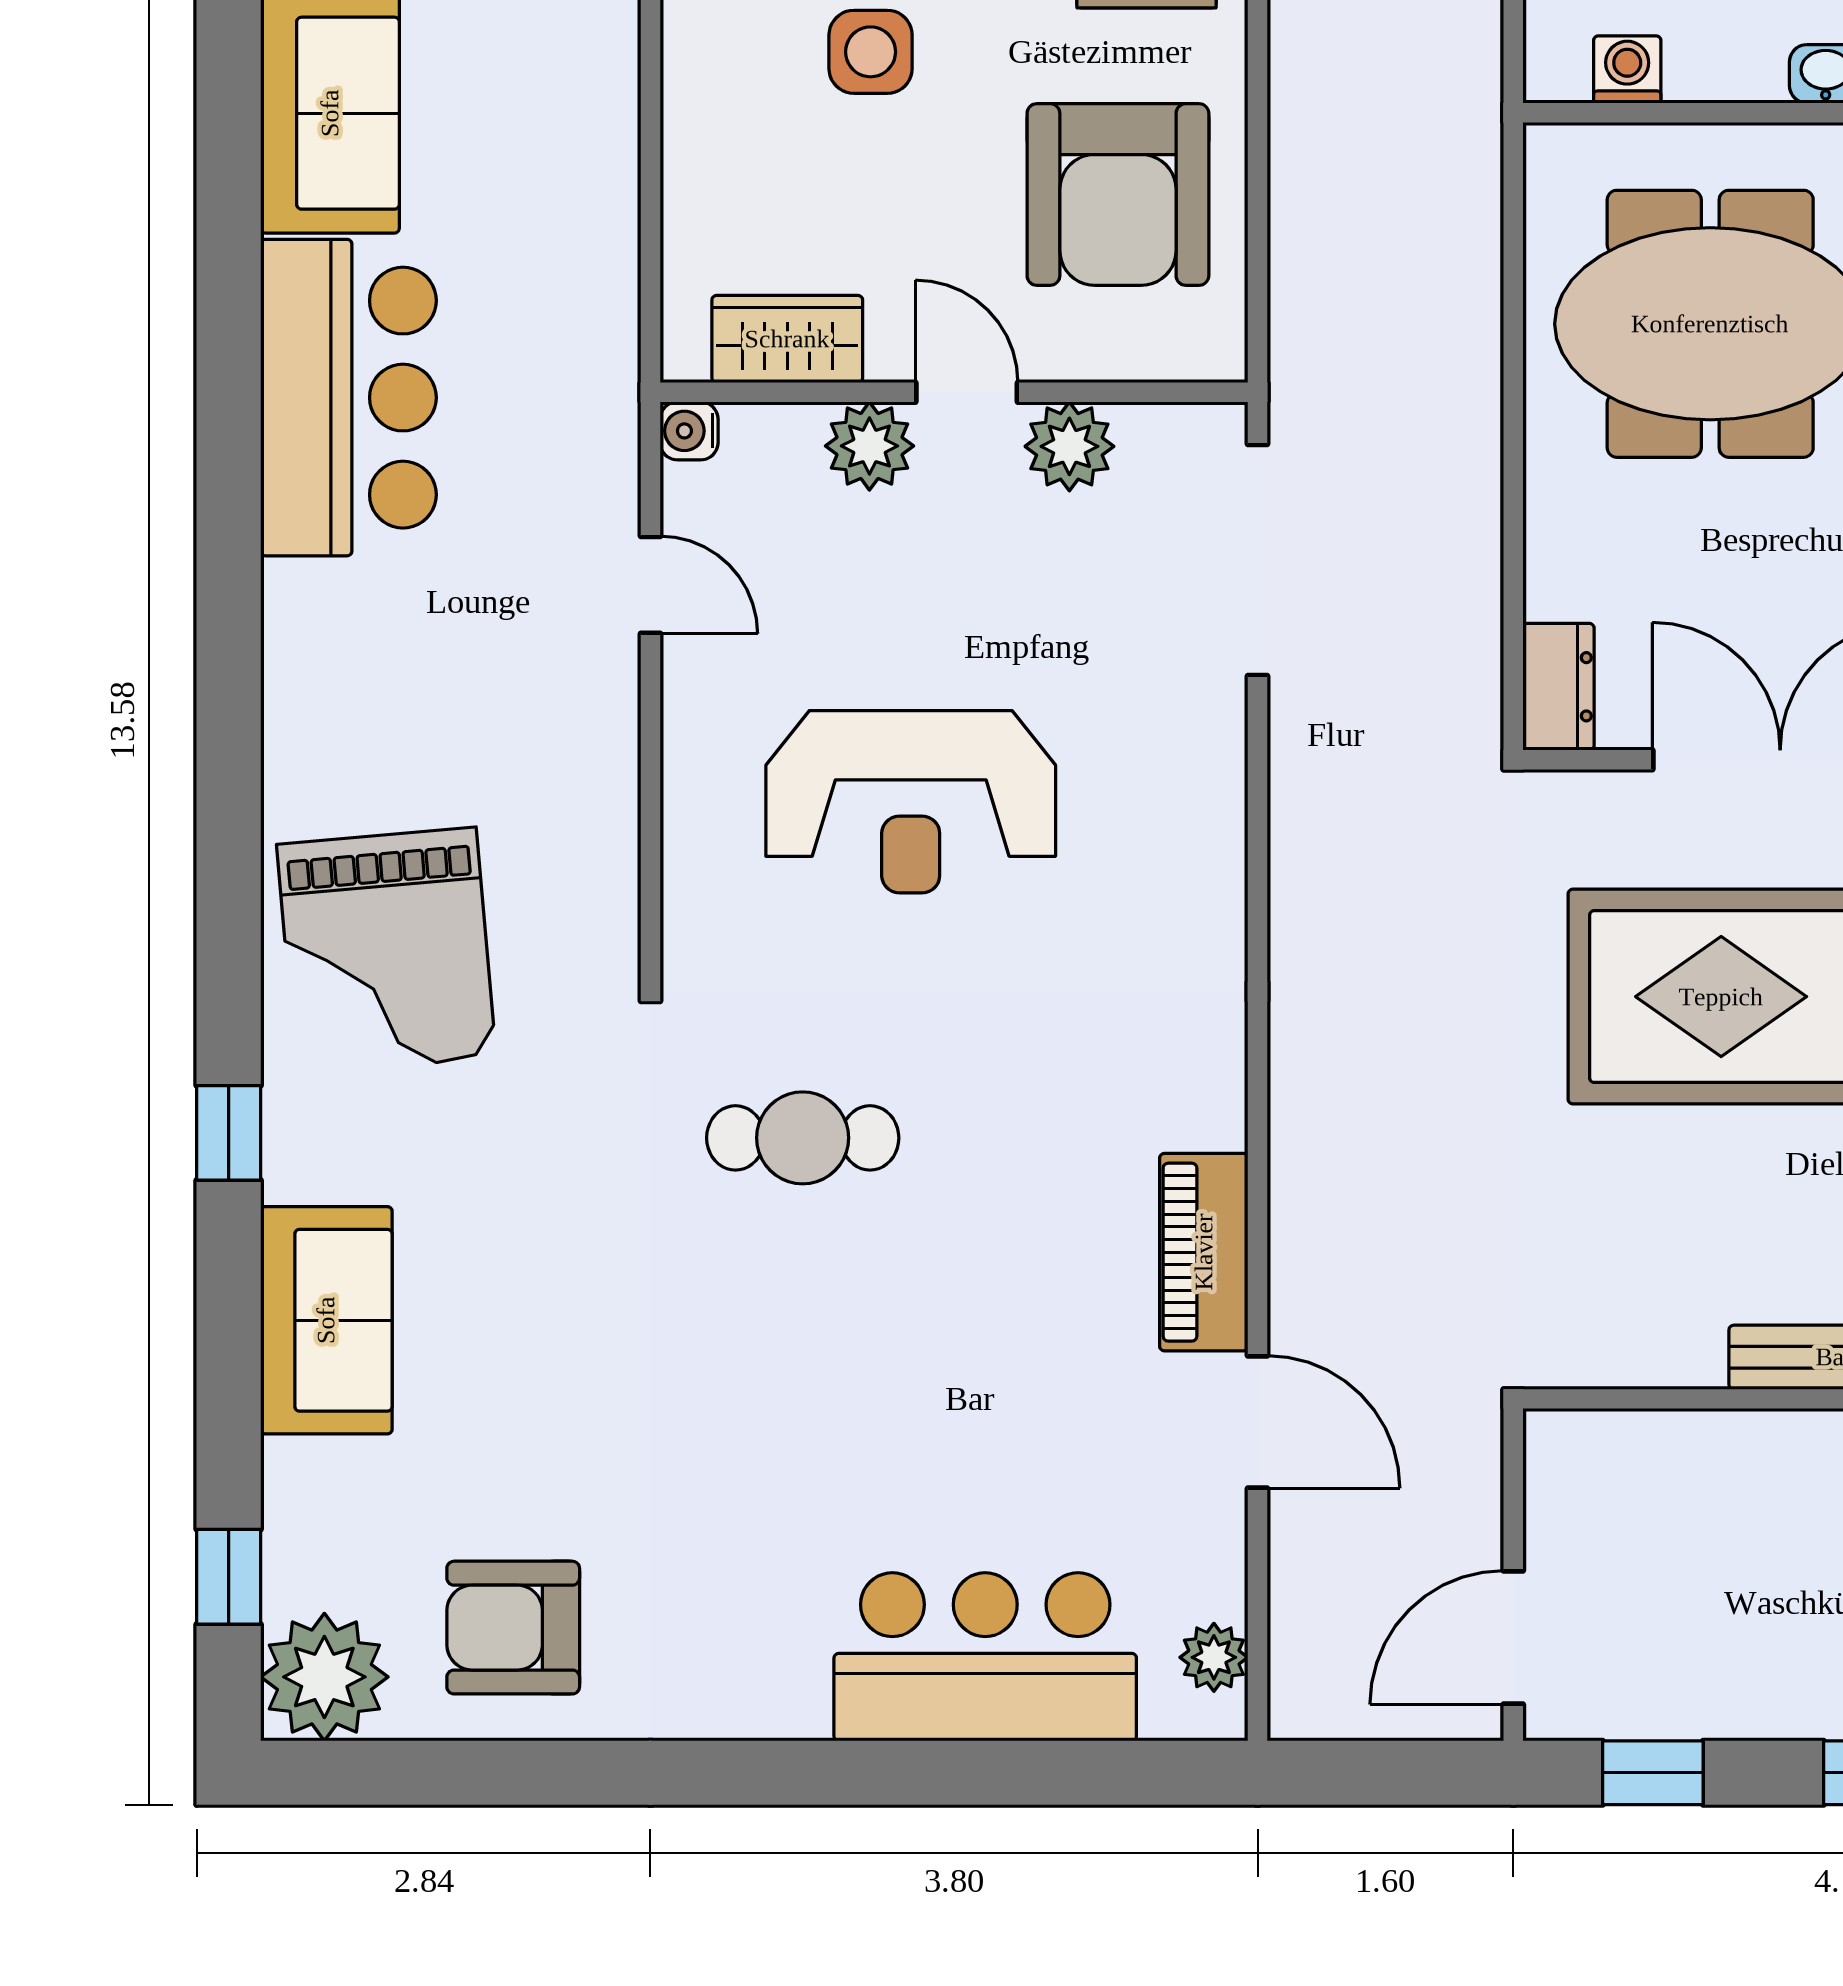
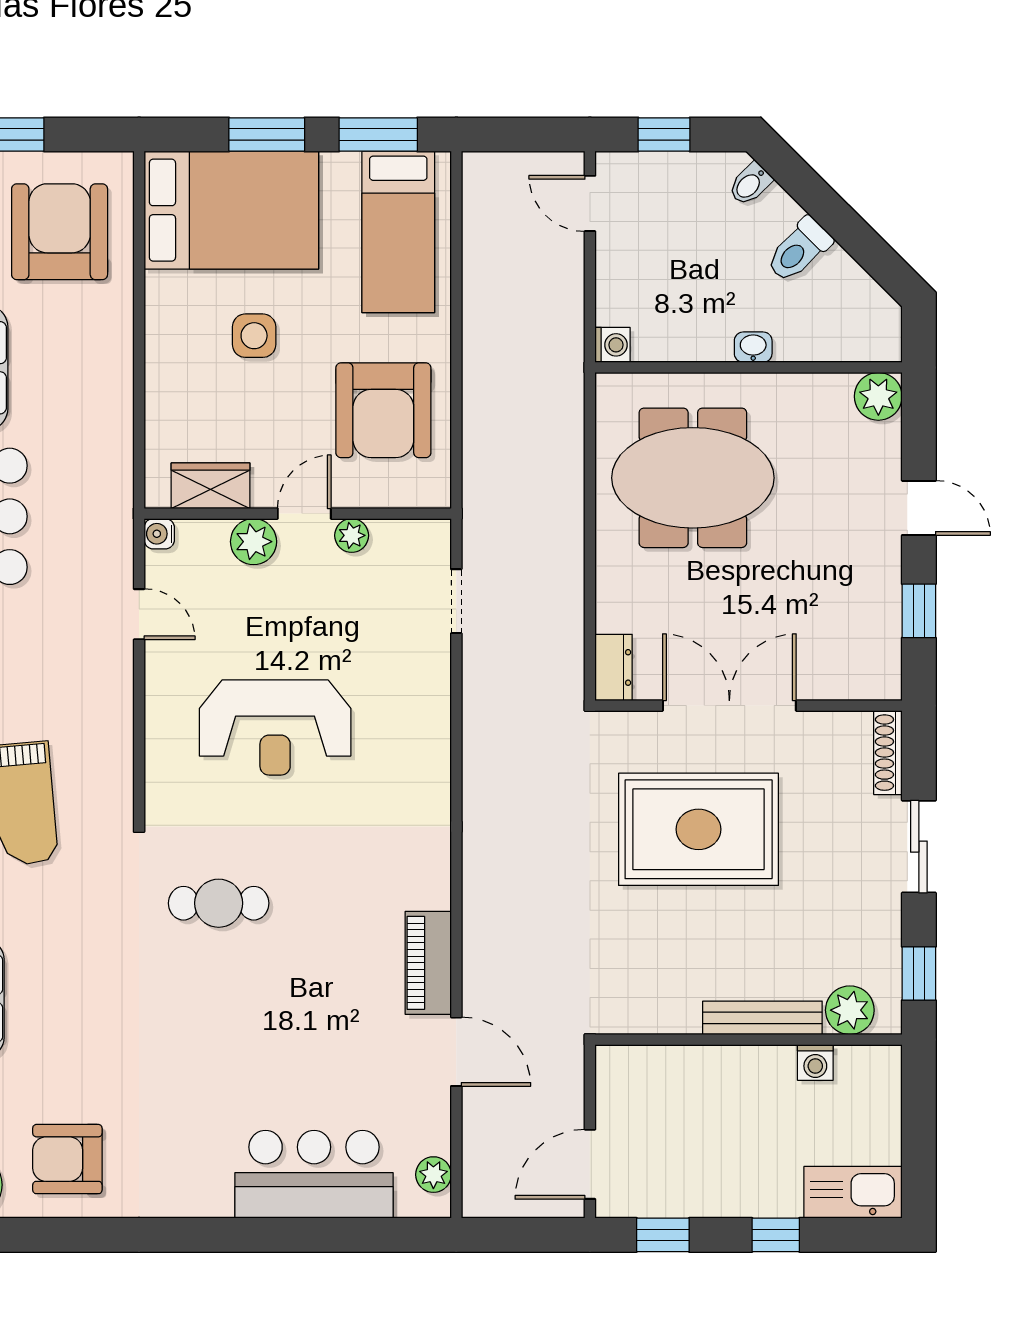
washing machine: (1627, 69) -> (612, 345), moved, turned 90
door: (967, 392) -> (304, 514), hinge flipped
plant: (1069, 446) -> (352, 535), width x0.73, depth x0.73
doorway: (1258, 560) -> (456, 601), width x0.53

